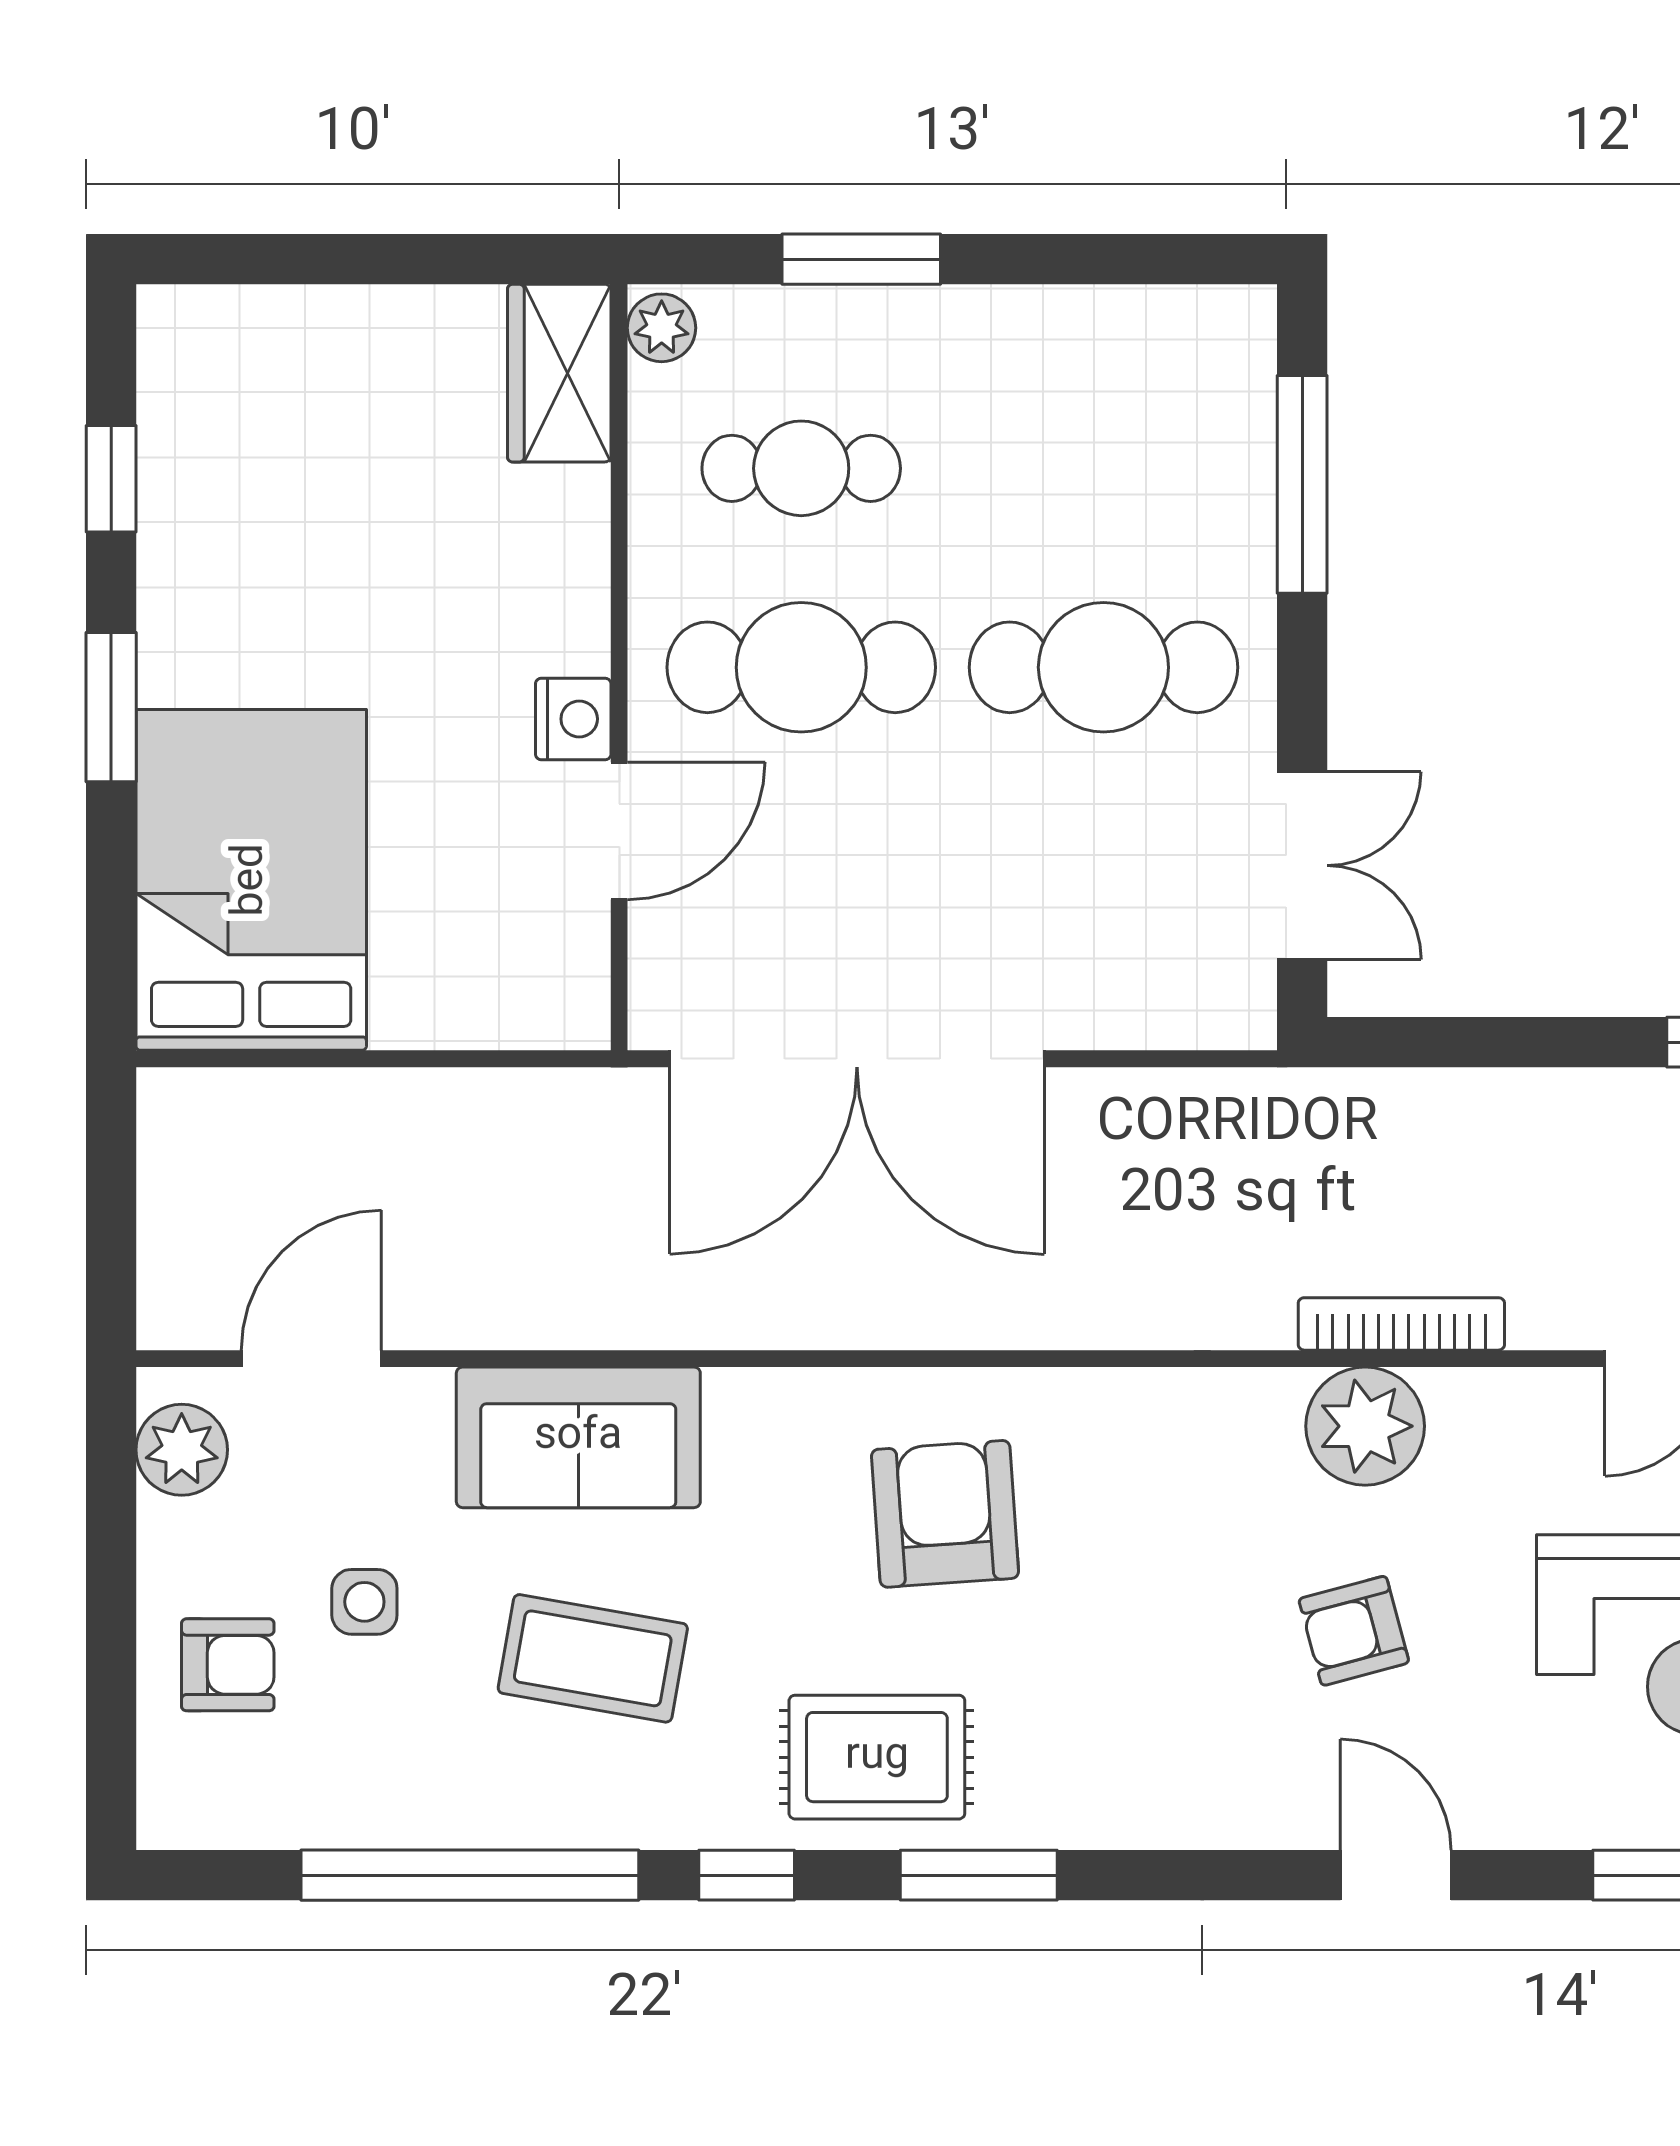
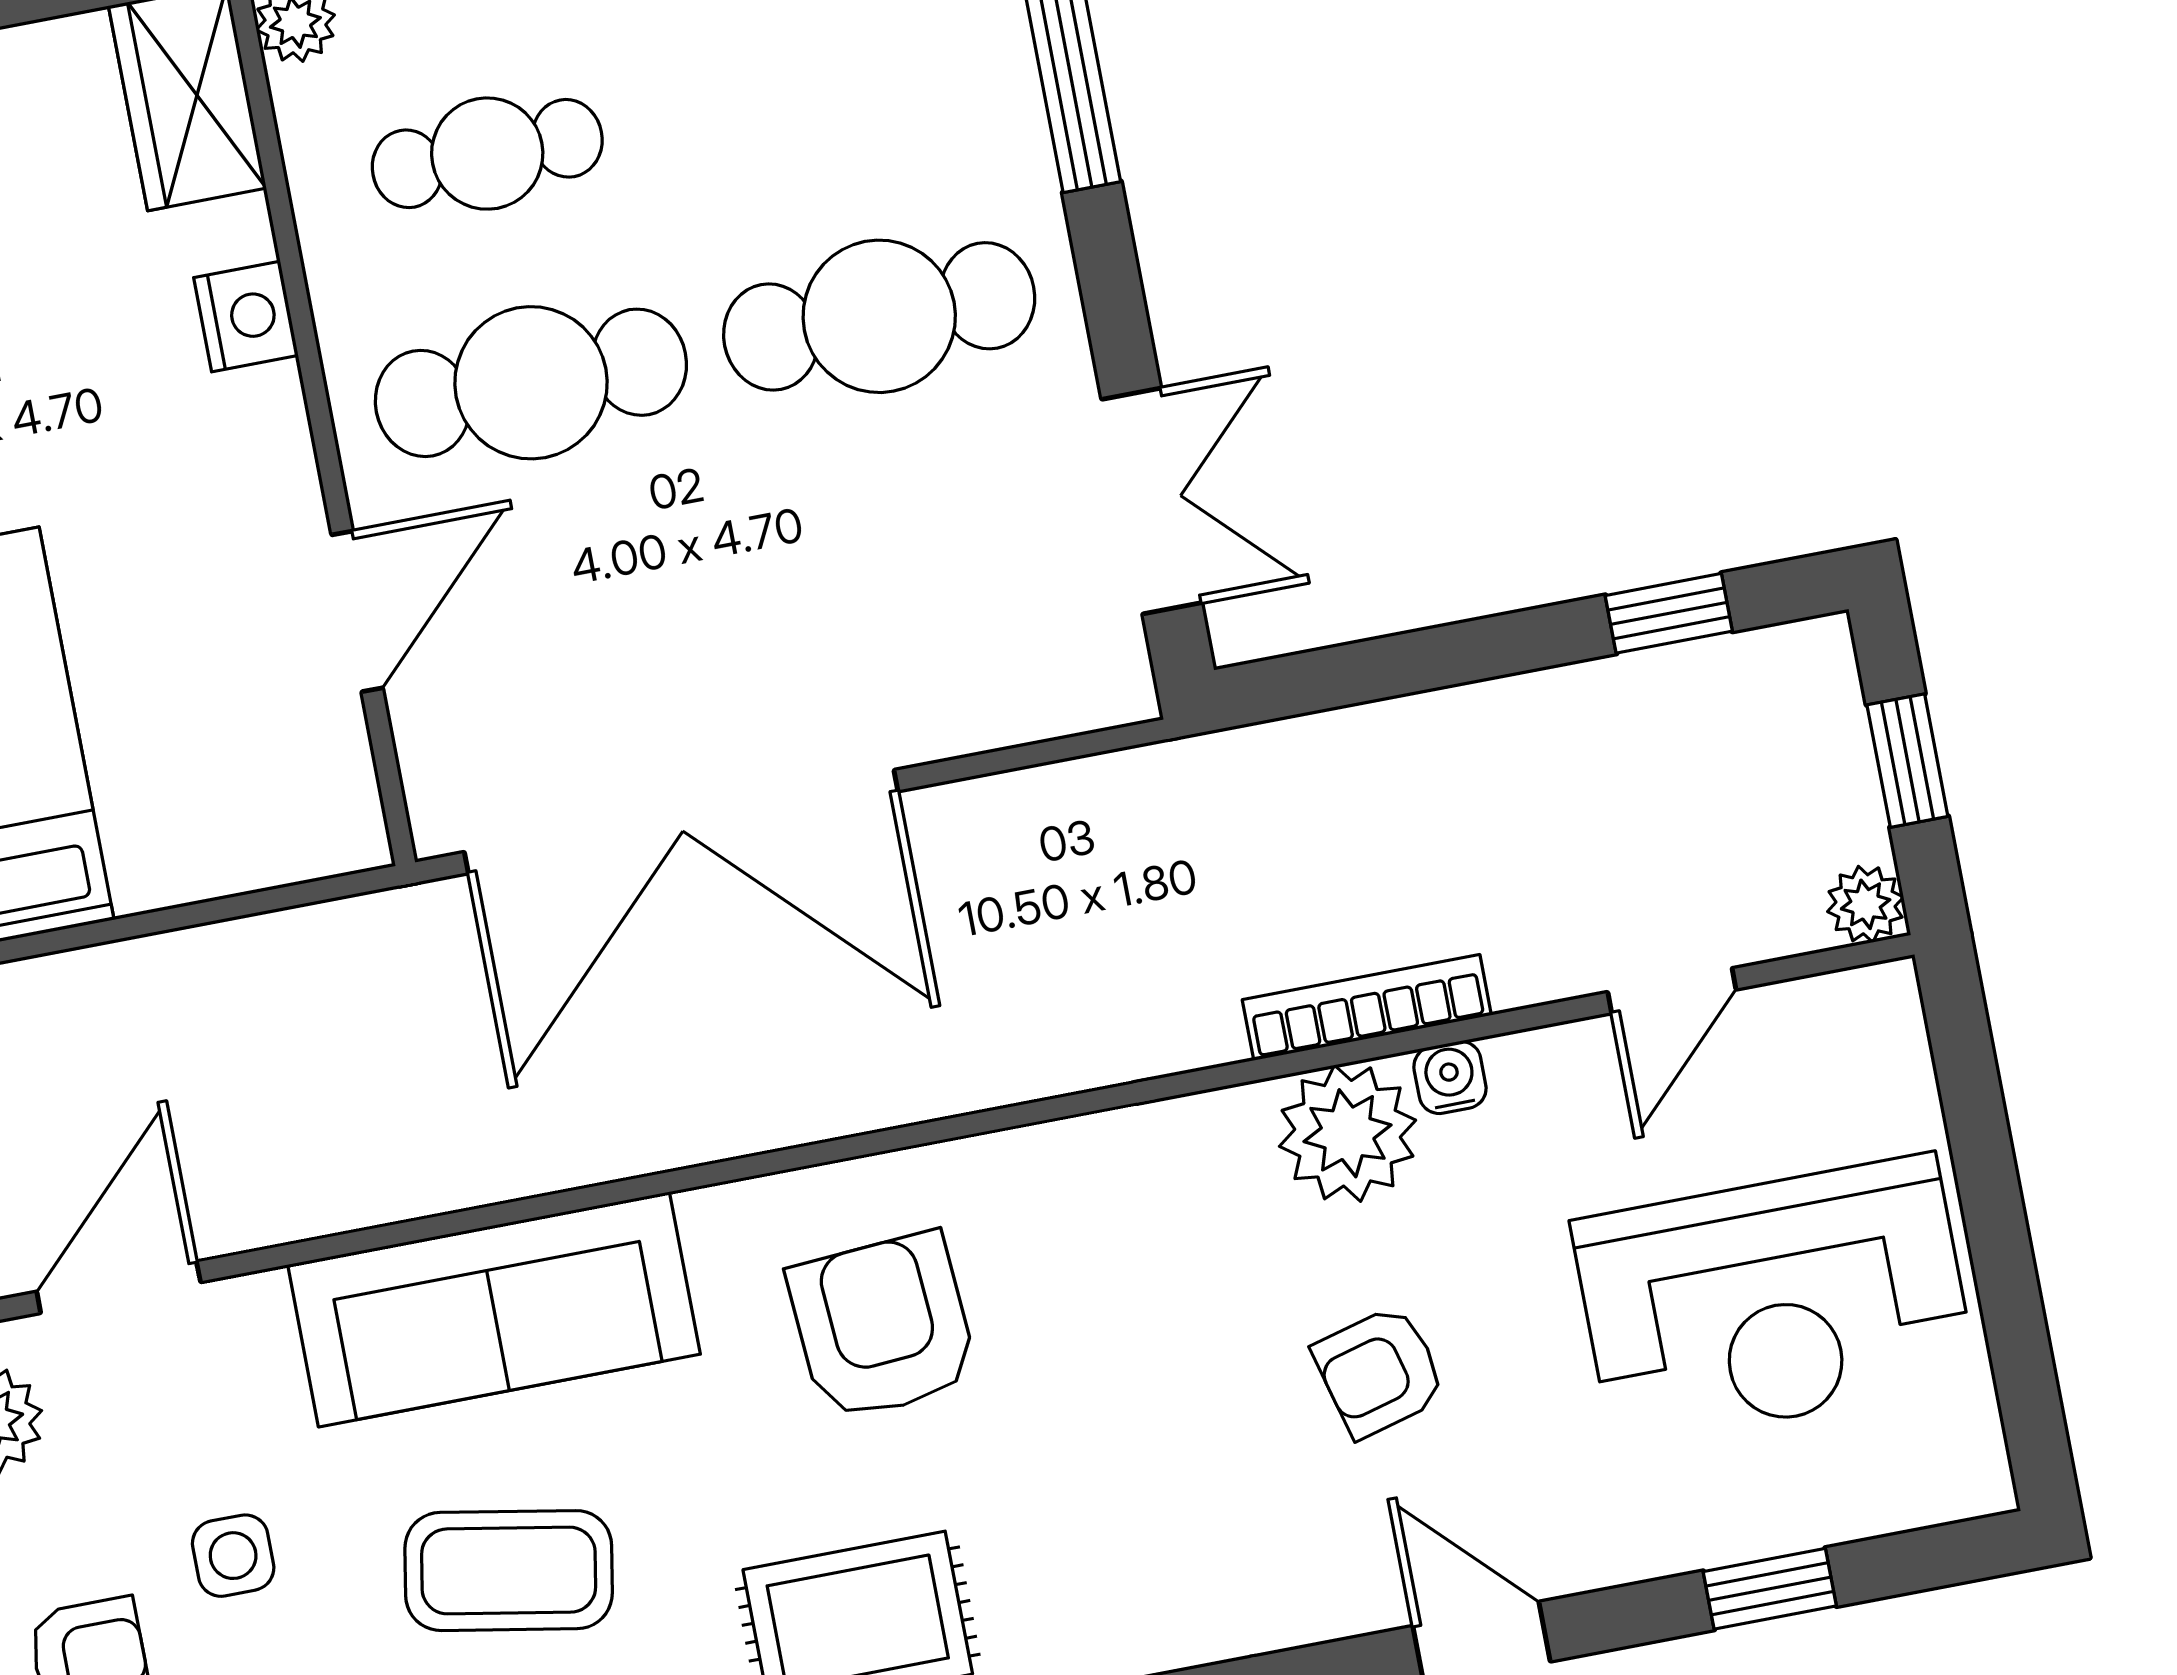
nightstand: (573, 719) -> (246, 316), moved
water cooler: (1460, 1396) -> (1450, 1077), added
sofa: (578, 1437) -> (494, 1309), width x1.36

